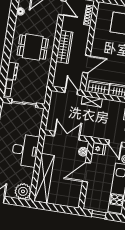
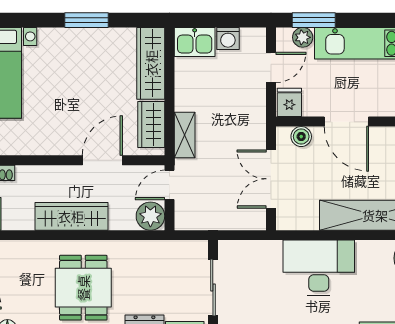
door: (87, 64) -> (102, 160), hinge flipped
plant: (59, 81) -> (150, 216), added

